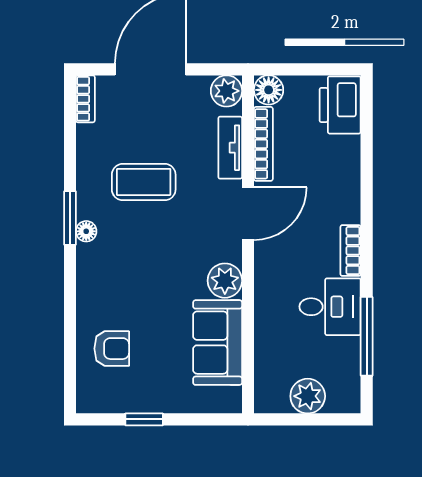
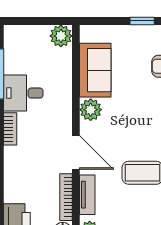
door: (248, 214) -> (76, 153), swing flipped
plant: (308, 396) -> (61, 36), moved

